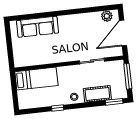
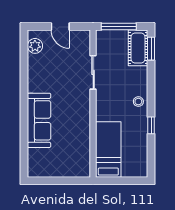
sofa: (37, 27) -> (39, 120), moved
door: (123, 33) -> (60, 27), width x0.53
cot: (97, 94) -> (138, 48), moved

